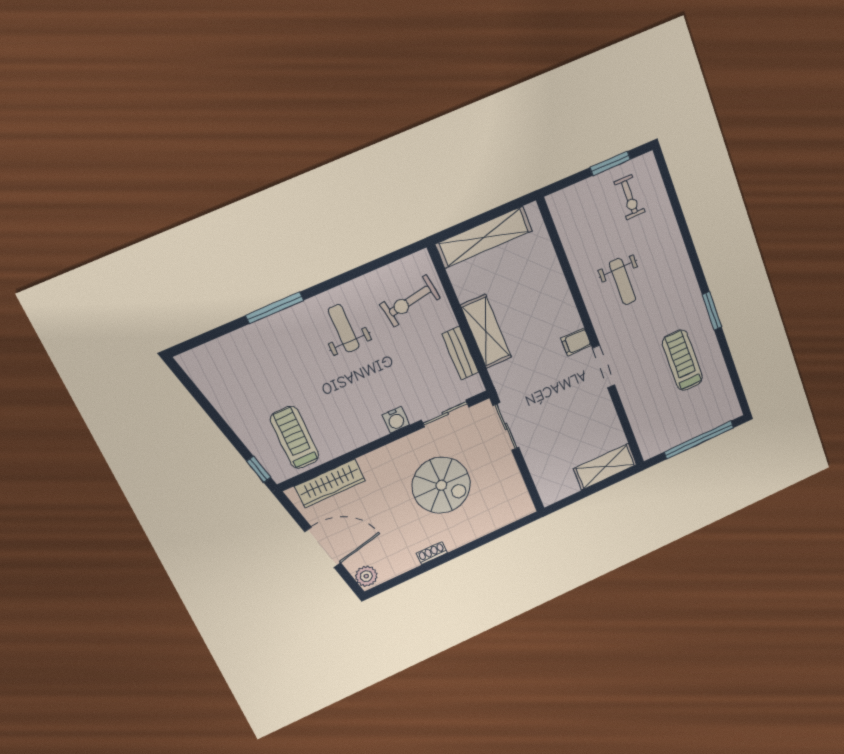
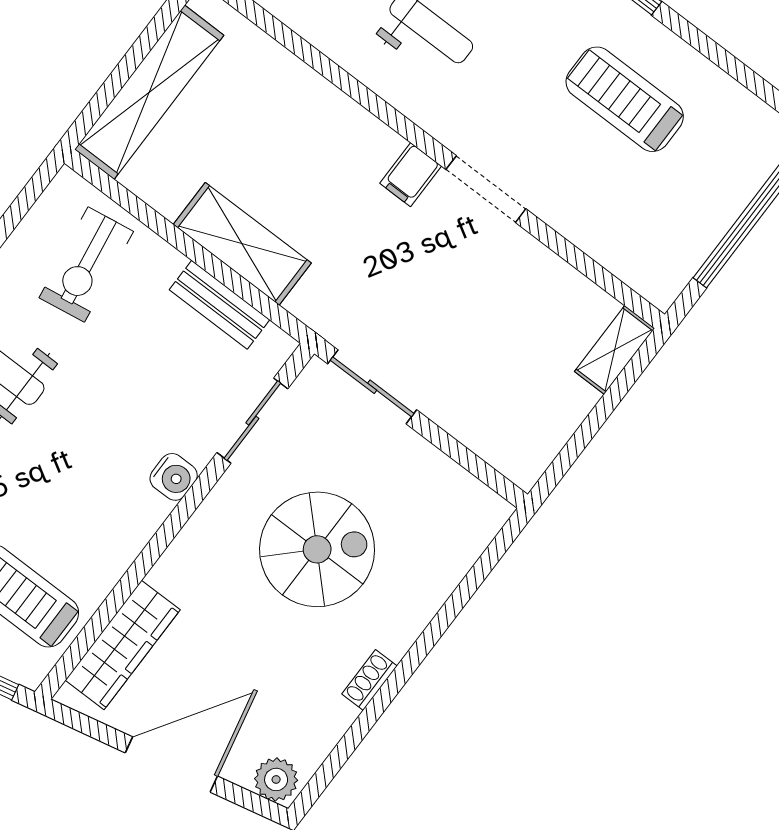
shelving: (605, 467) -> (615, 350), width x0.67, depth x0.75

